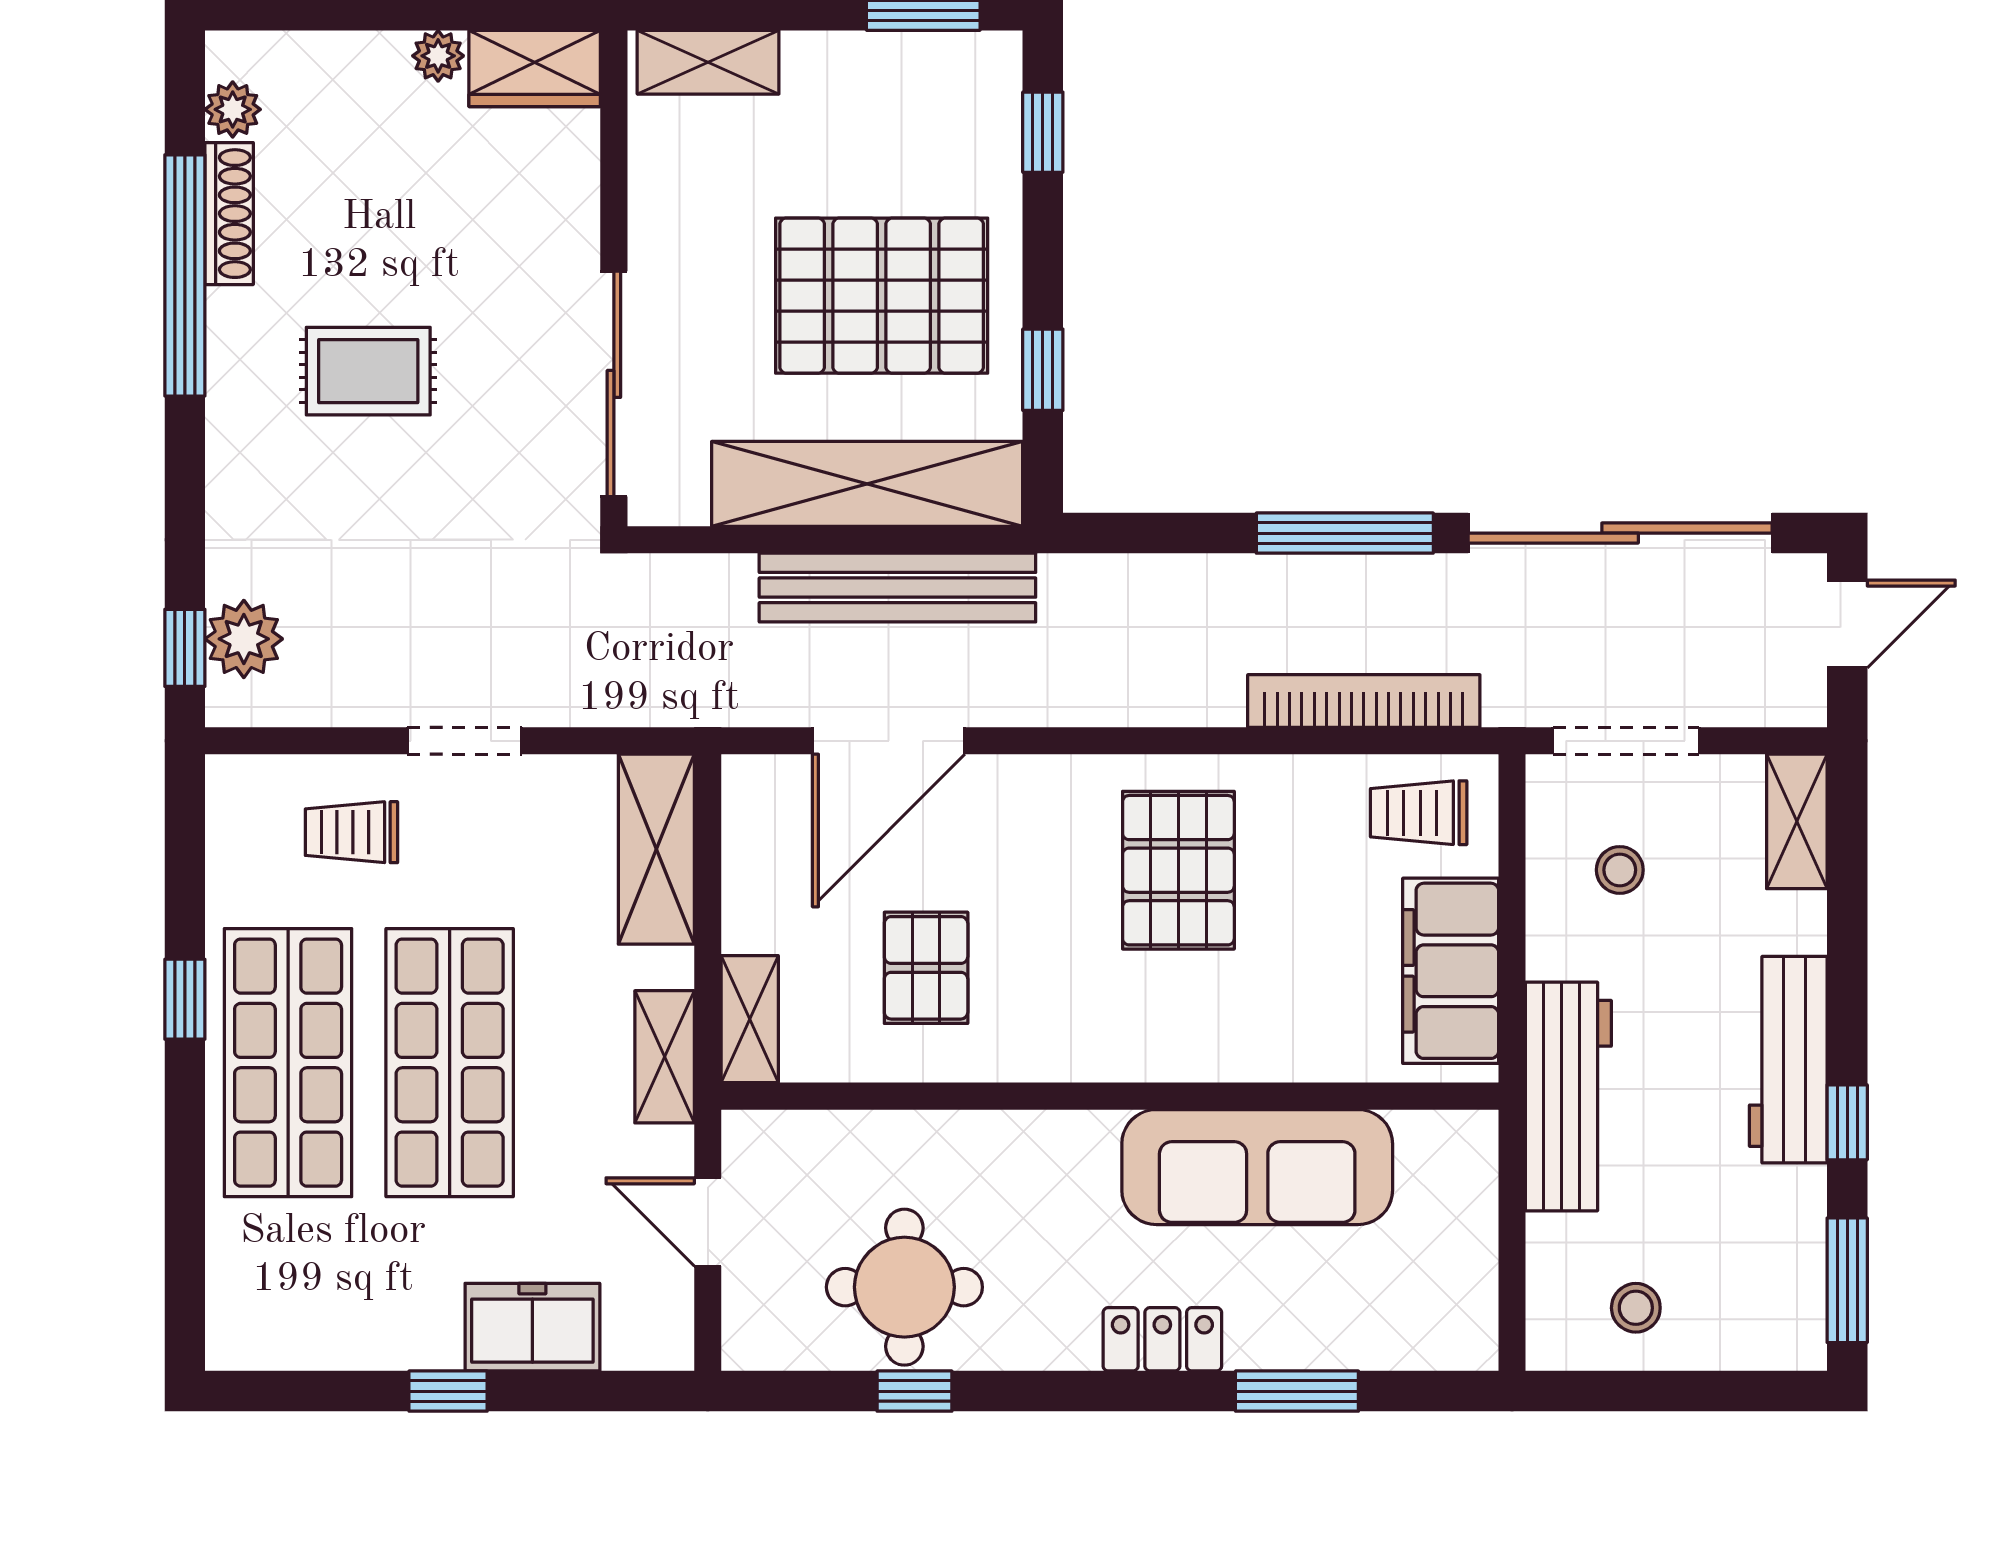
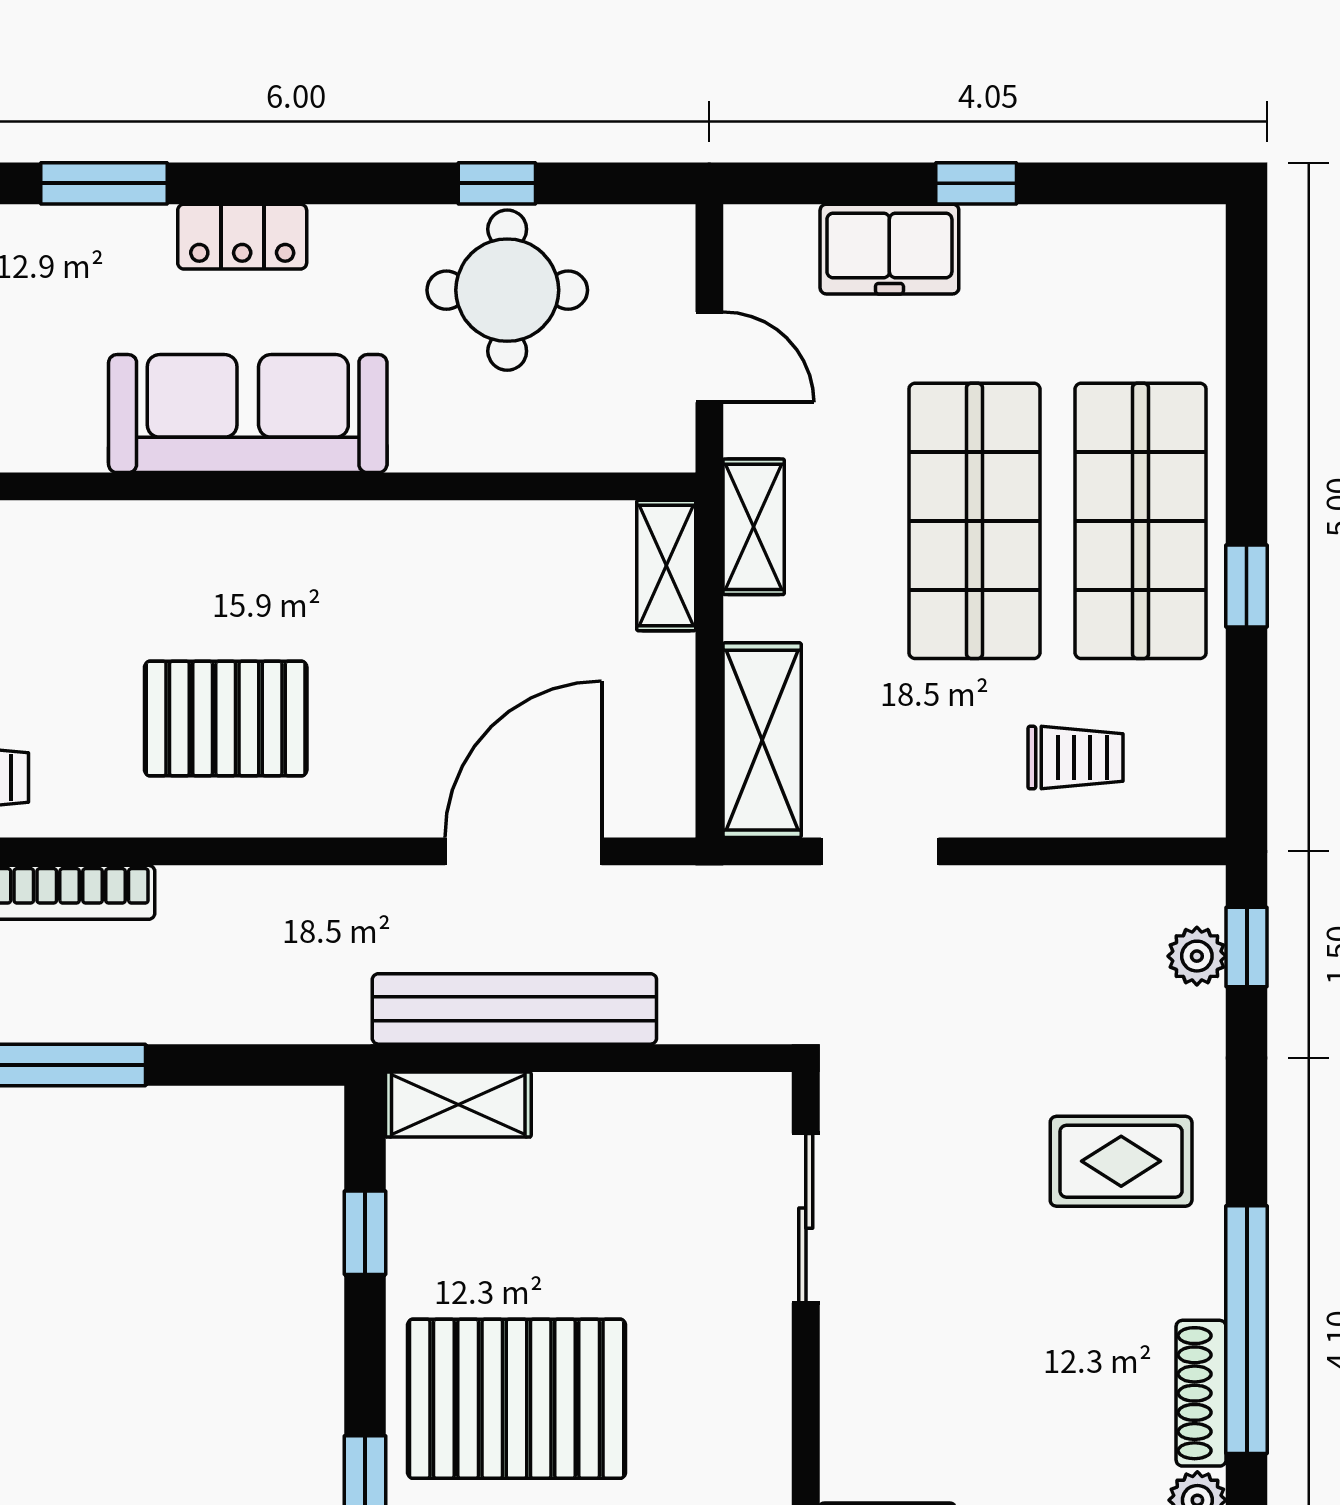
pallet: (882, 296) -> (517, 1399), moved
rug: (368, 371) -> (1121, 1161), moved
sliding door: (614, 384) -> (806, 1218), width x0.73
shelving: (867, 484) -> (458, 1105), width x0.45, depth x0.75
plant: (244, 639) -> (1197, 956), width x0.73, depth x0.73
doorway: (465, 741) -> (880, 851), moved
pallet: (1178, 870) -> (226, 719), turned 90
pallet: (926, 968) -> (485, 618), removed
sofa: (1257, 1167) -> (248, 414), moved

